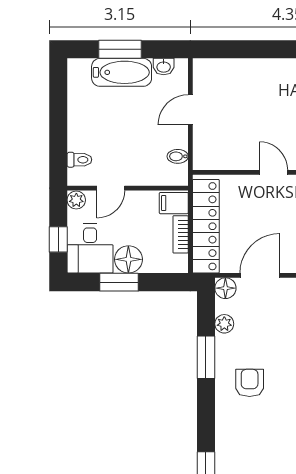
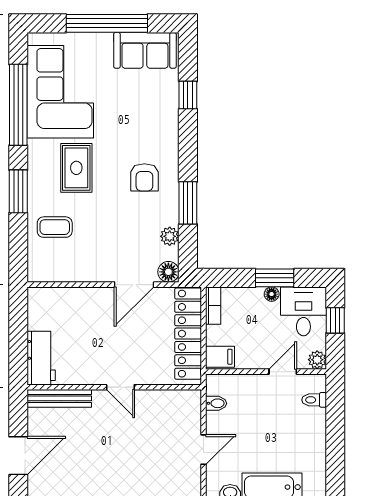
bookcase: (181, 234) -> (213, 306), moved
floor lamp: (128, 259) -> (272, 294), width x0.53, depth x0.53

